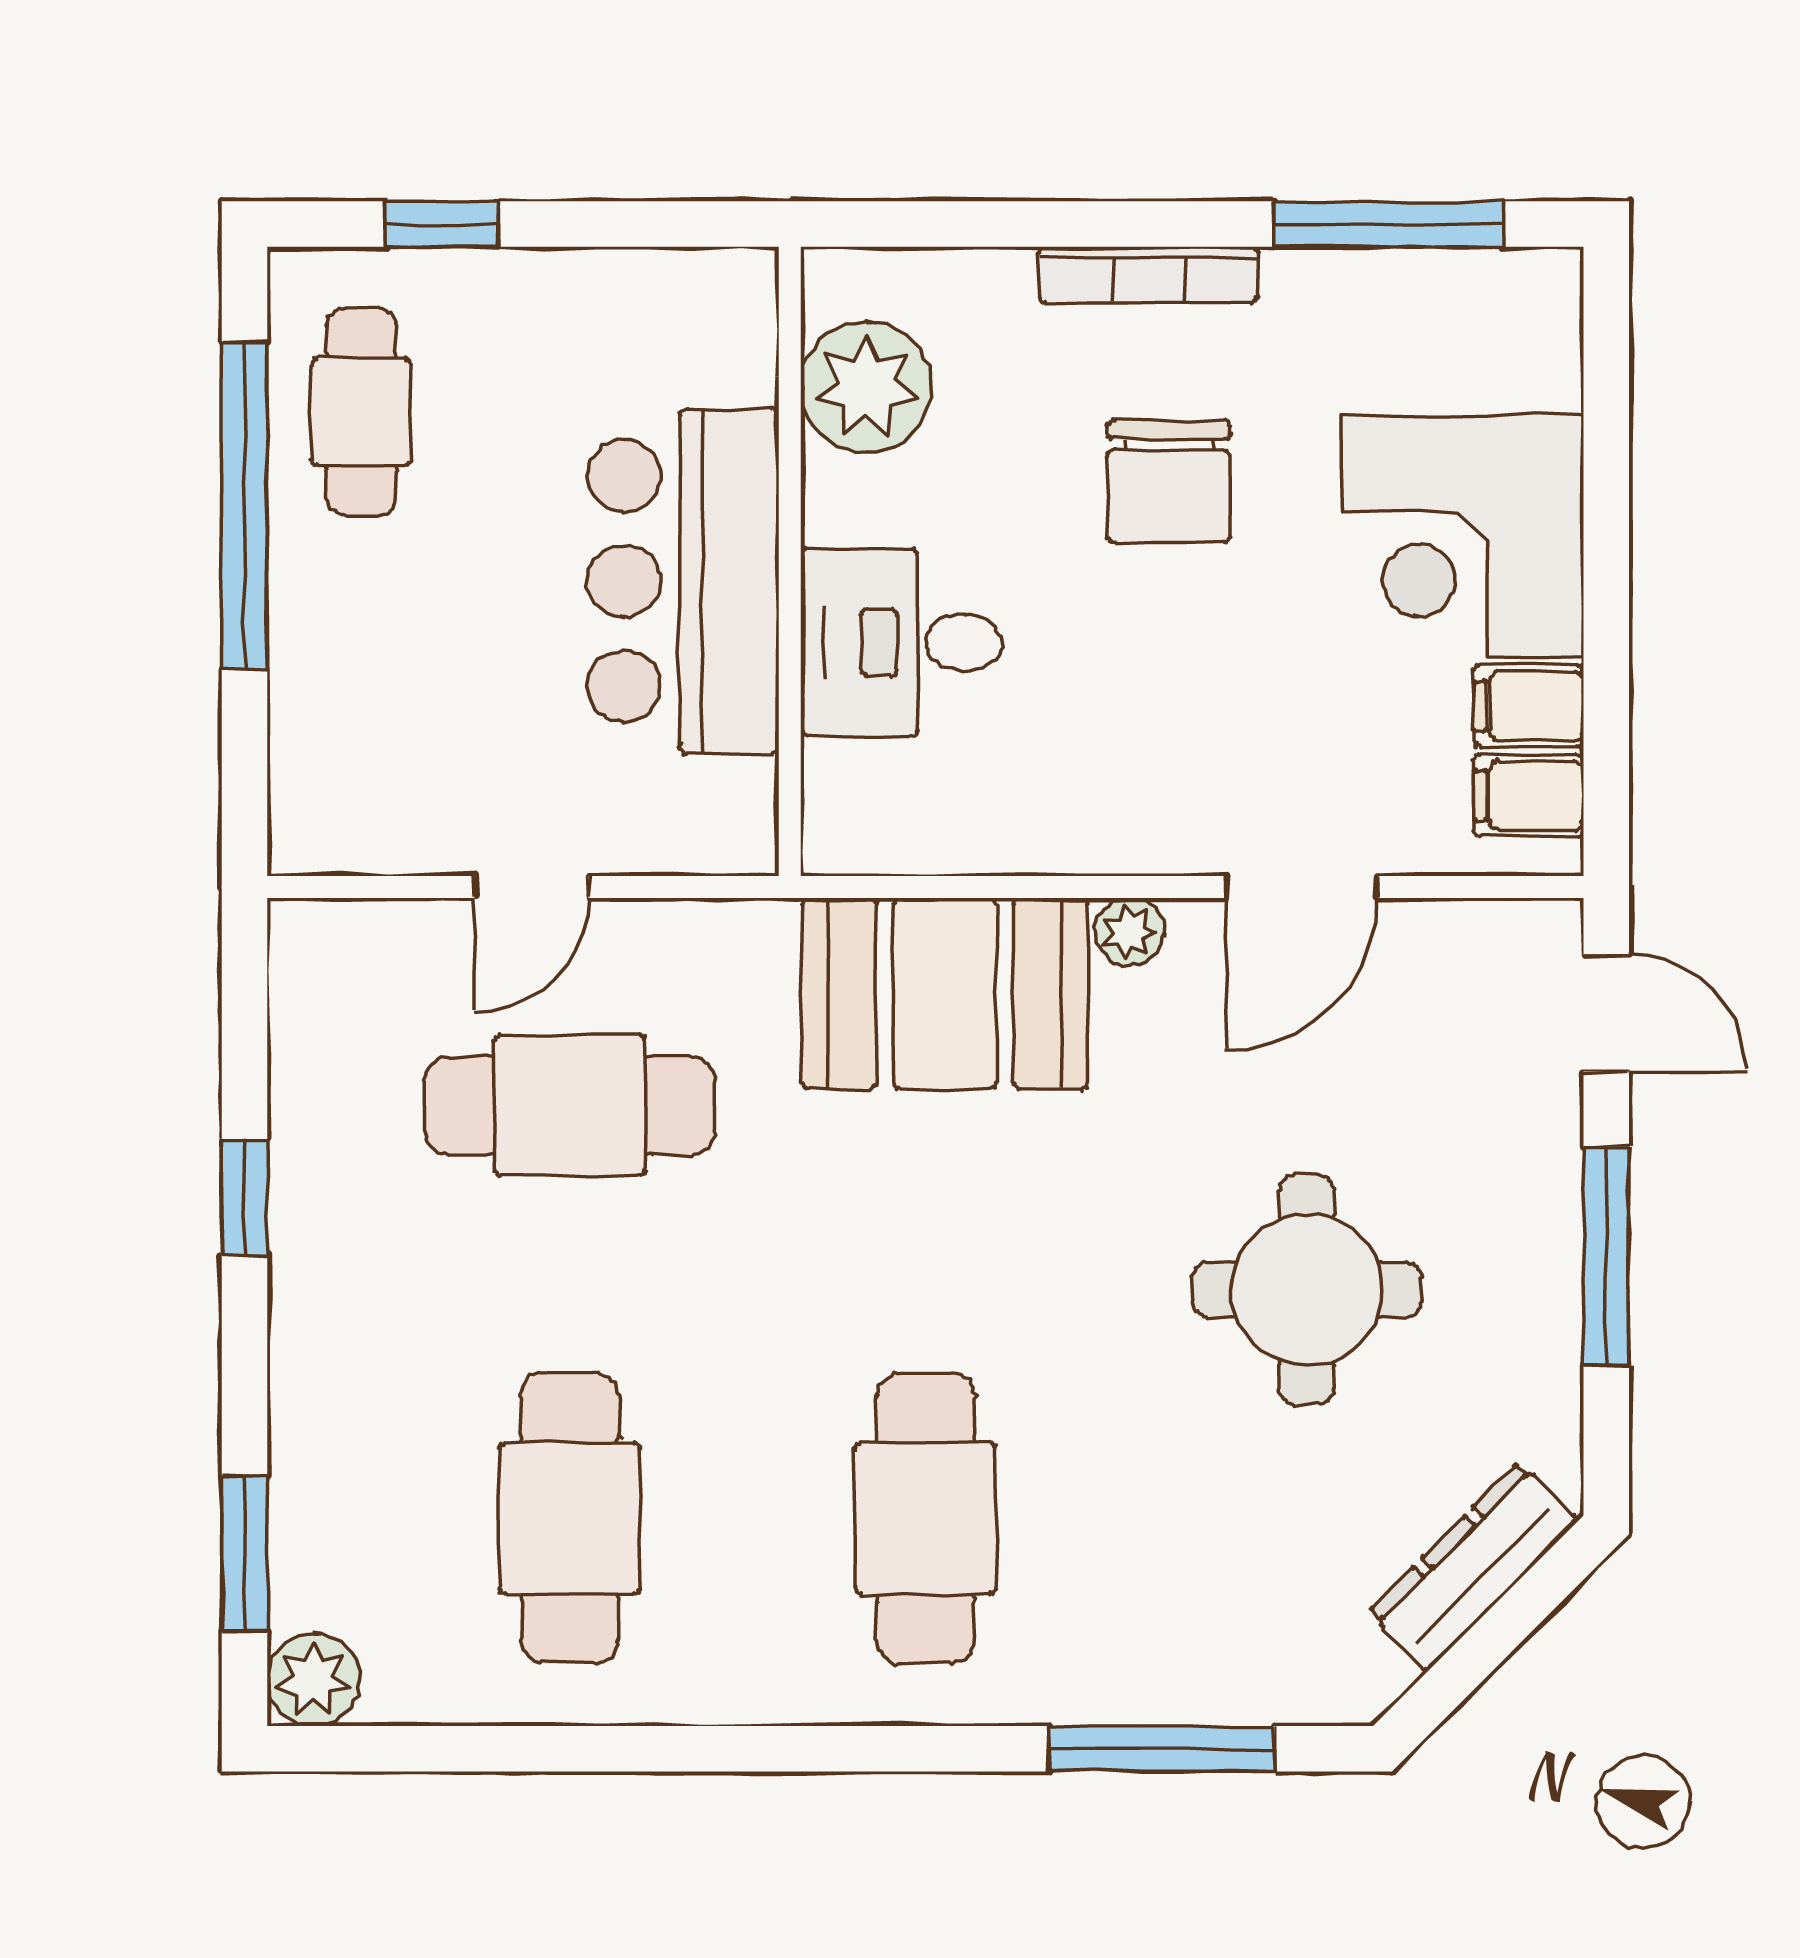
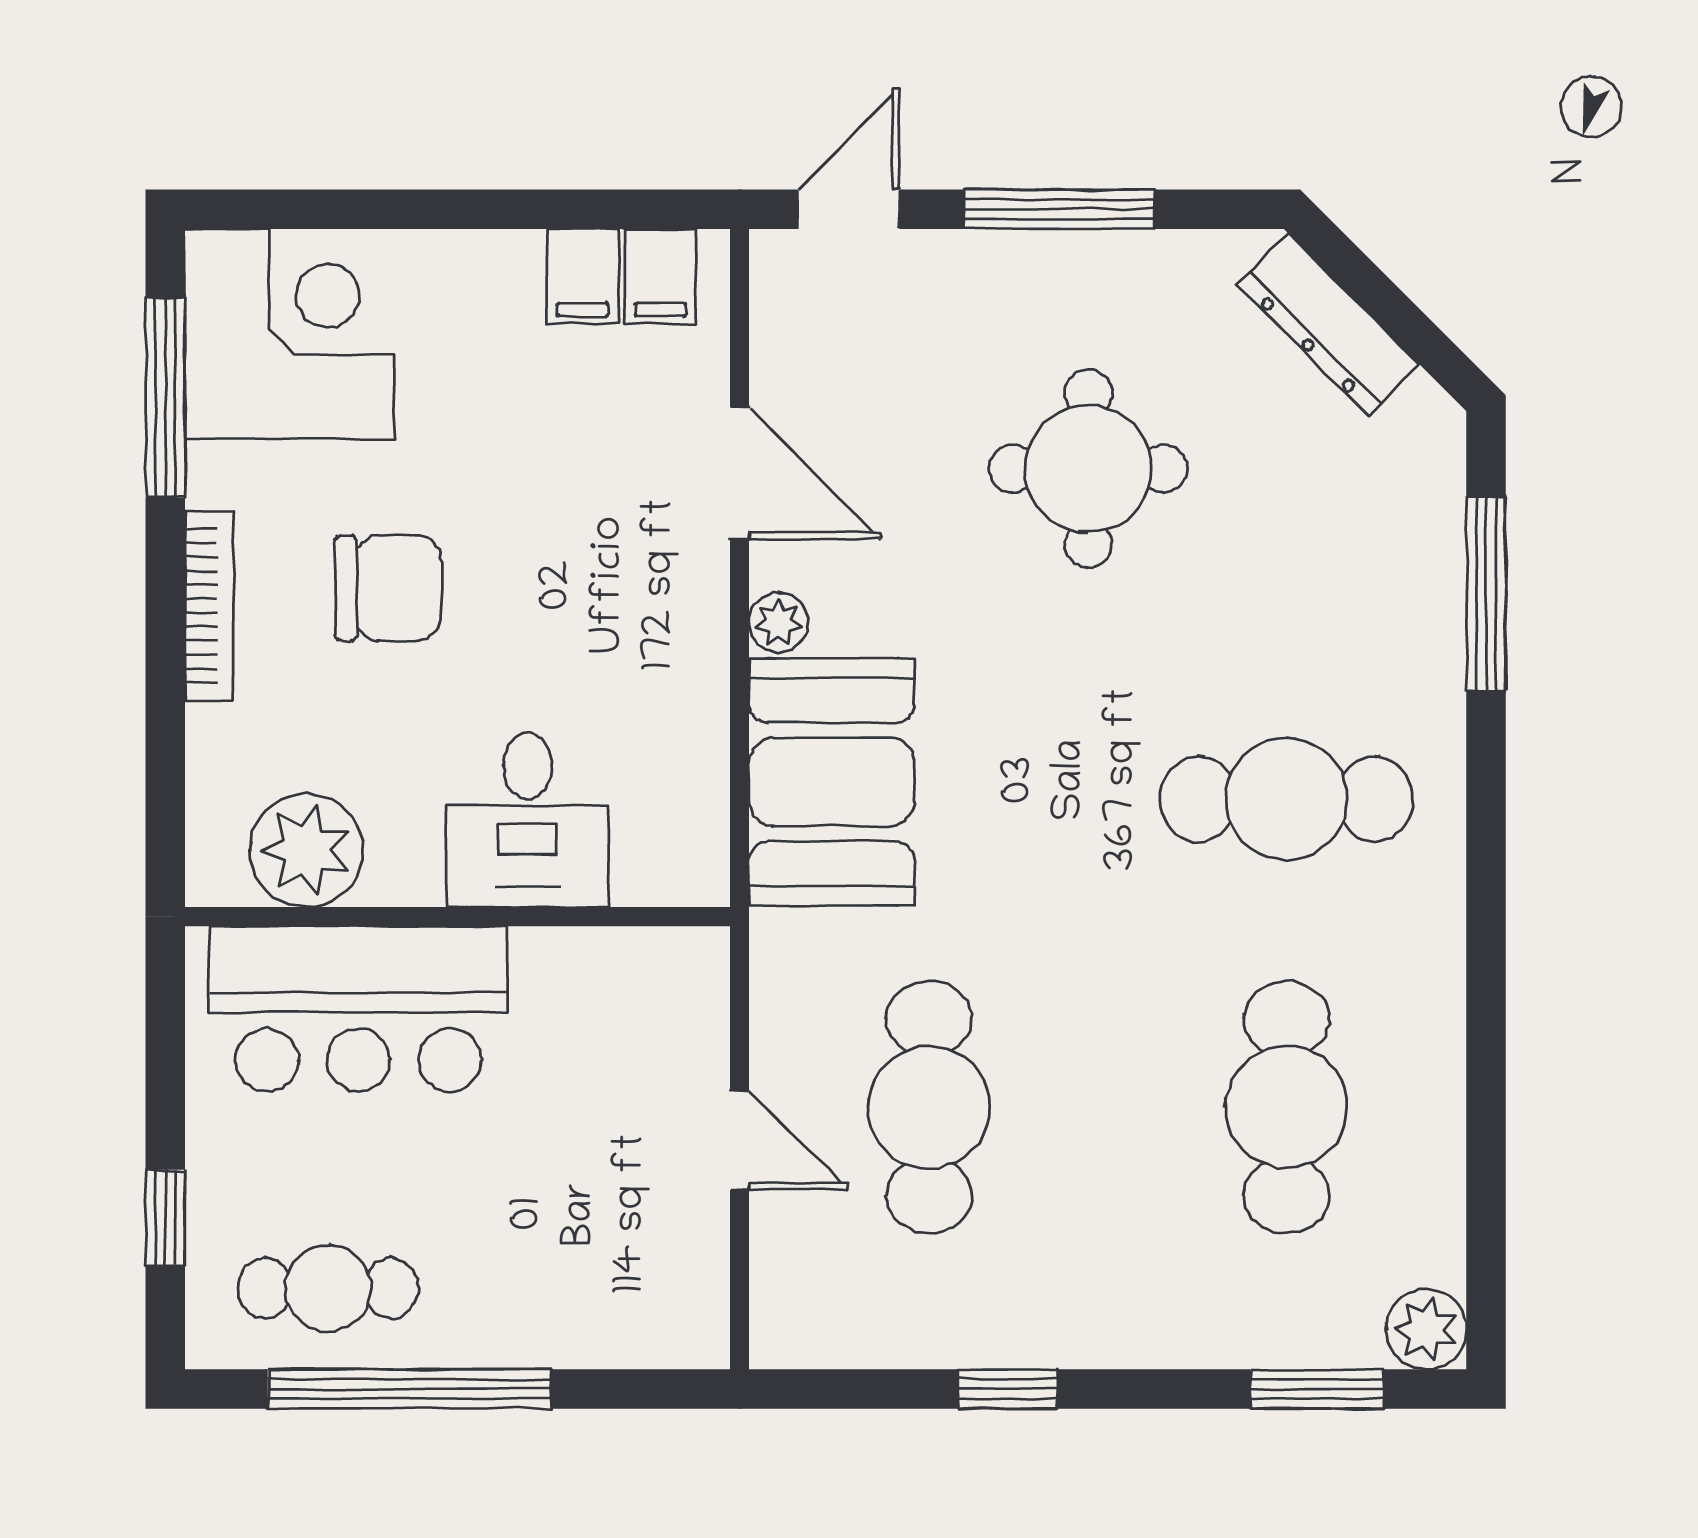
corner desk: (1462, 536) -> (290, 334), moved, turned -90
bar counter: (683, 581) -> (358, 1009), moved
cafe table: (570, 1518) -> (1286, 1107), turned 90

